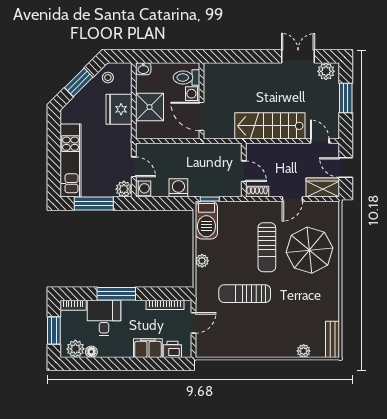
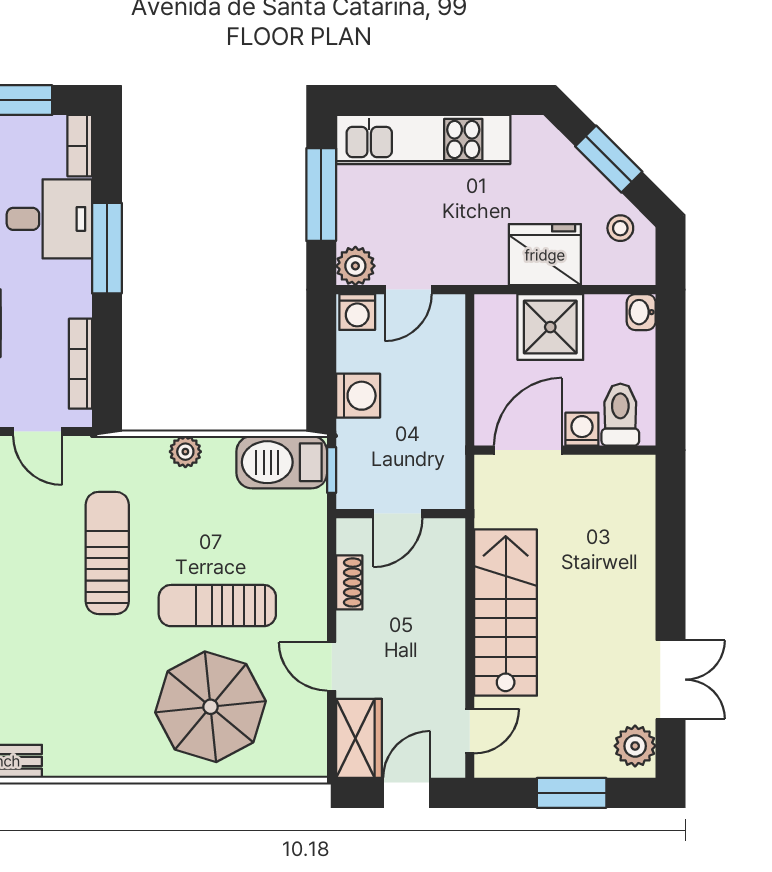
wall: (244, 170) -> (401, 514), moved
door: (244, 171) -> (398, 514), moved

